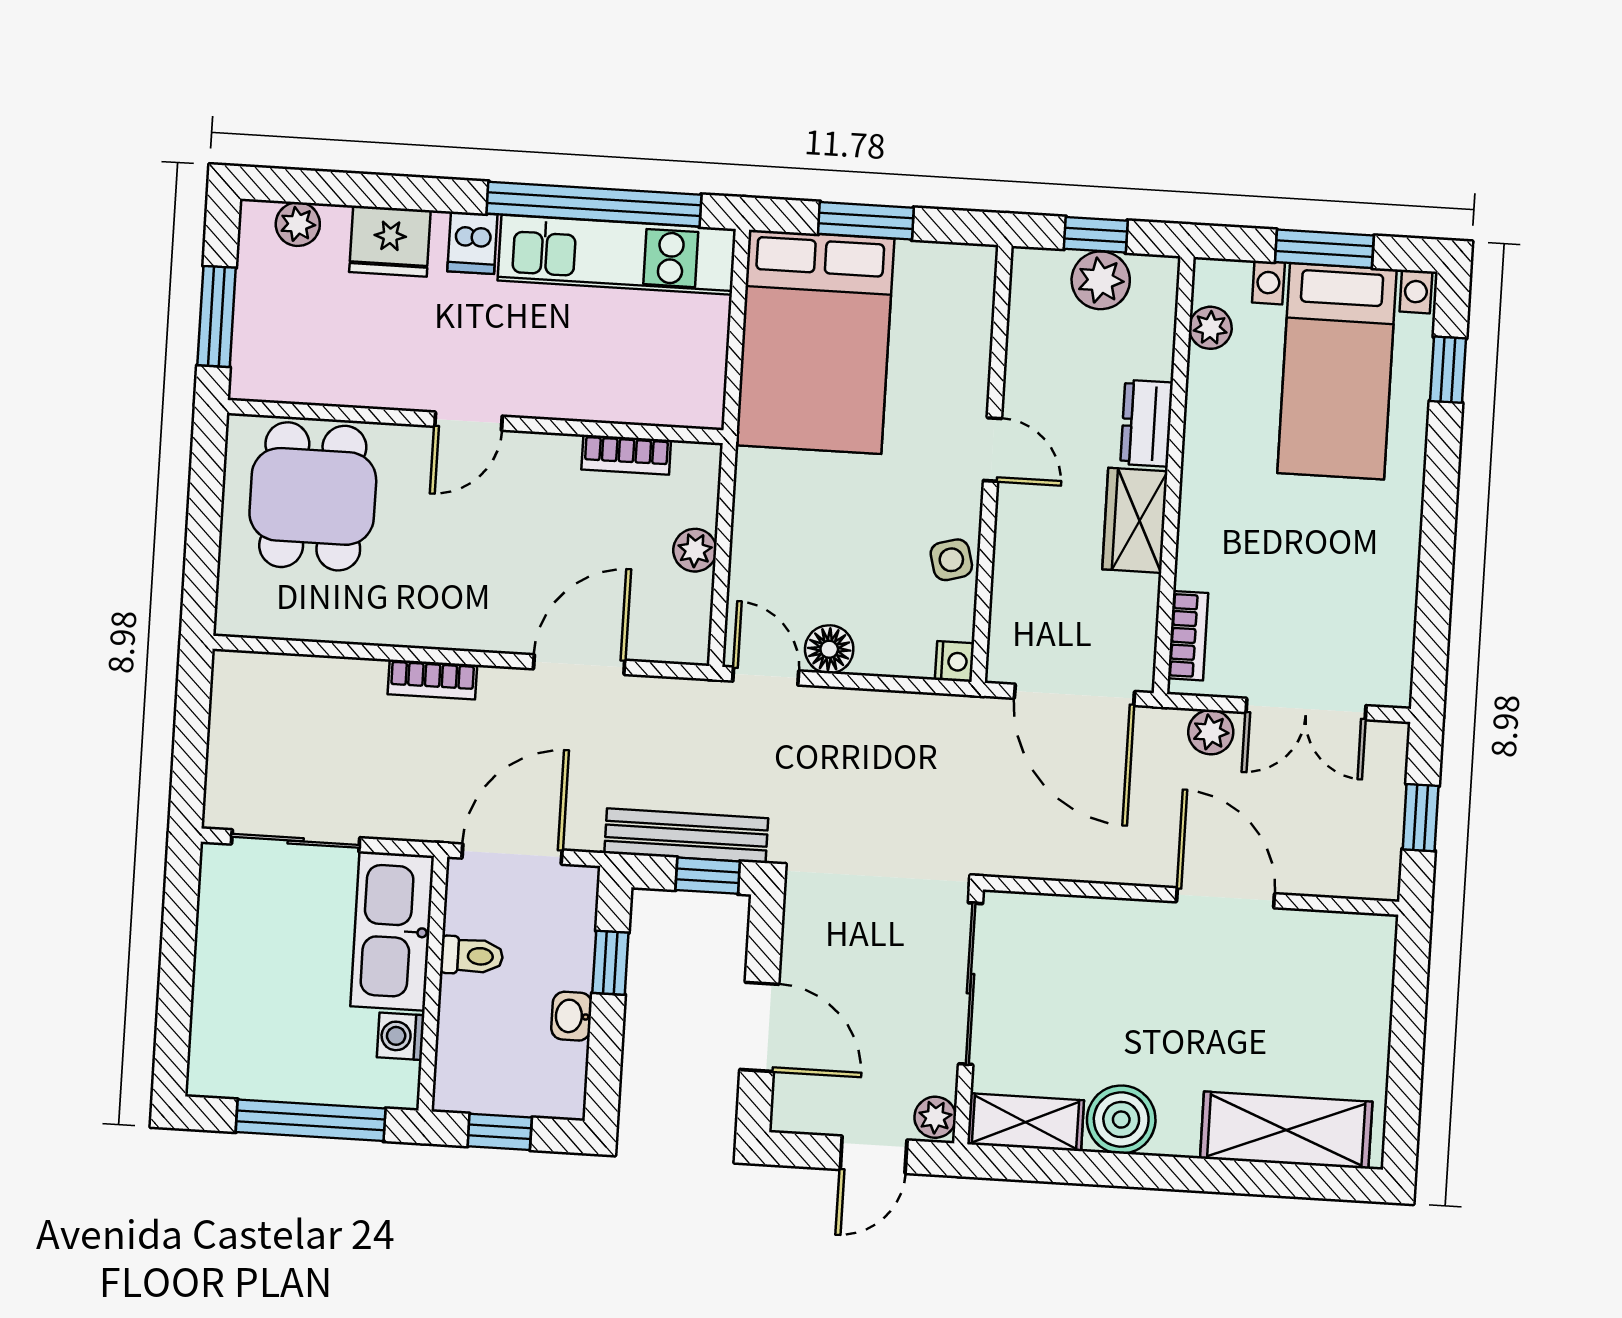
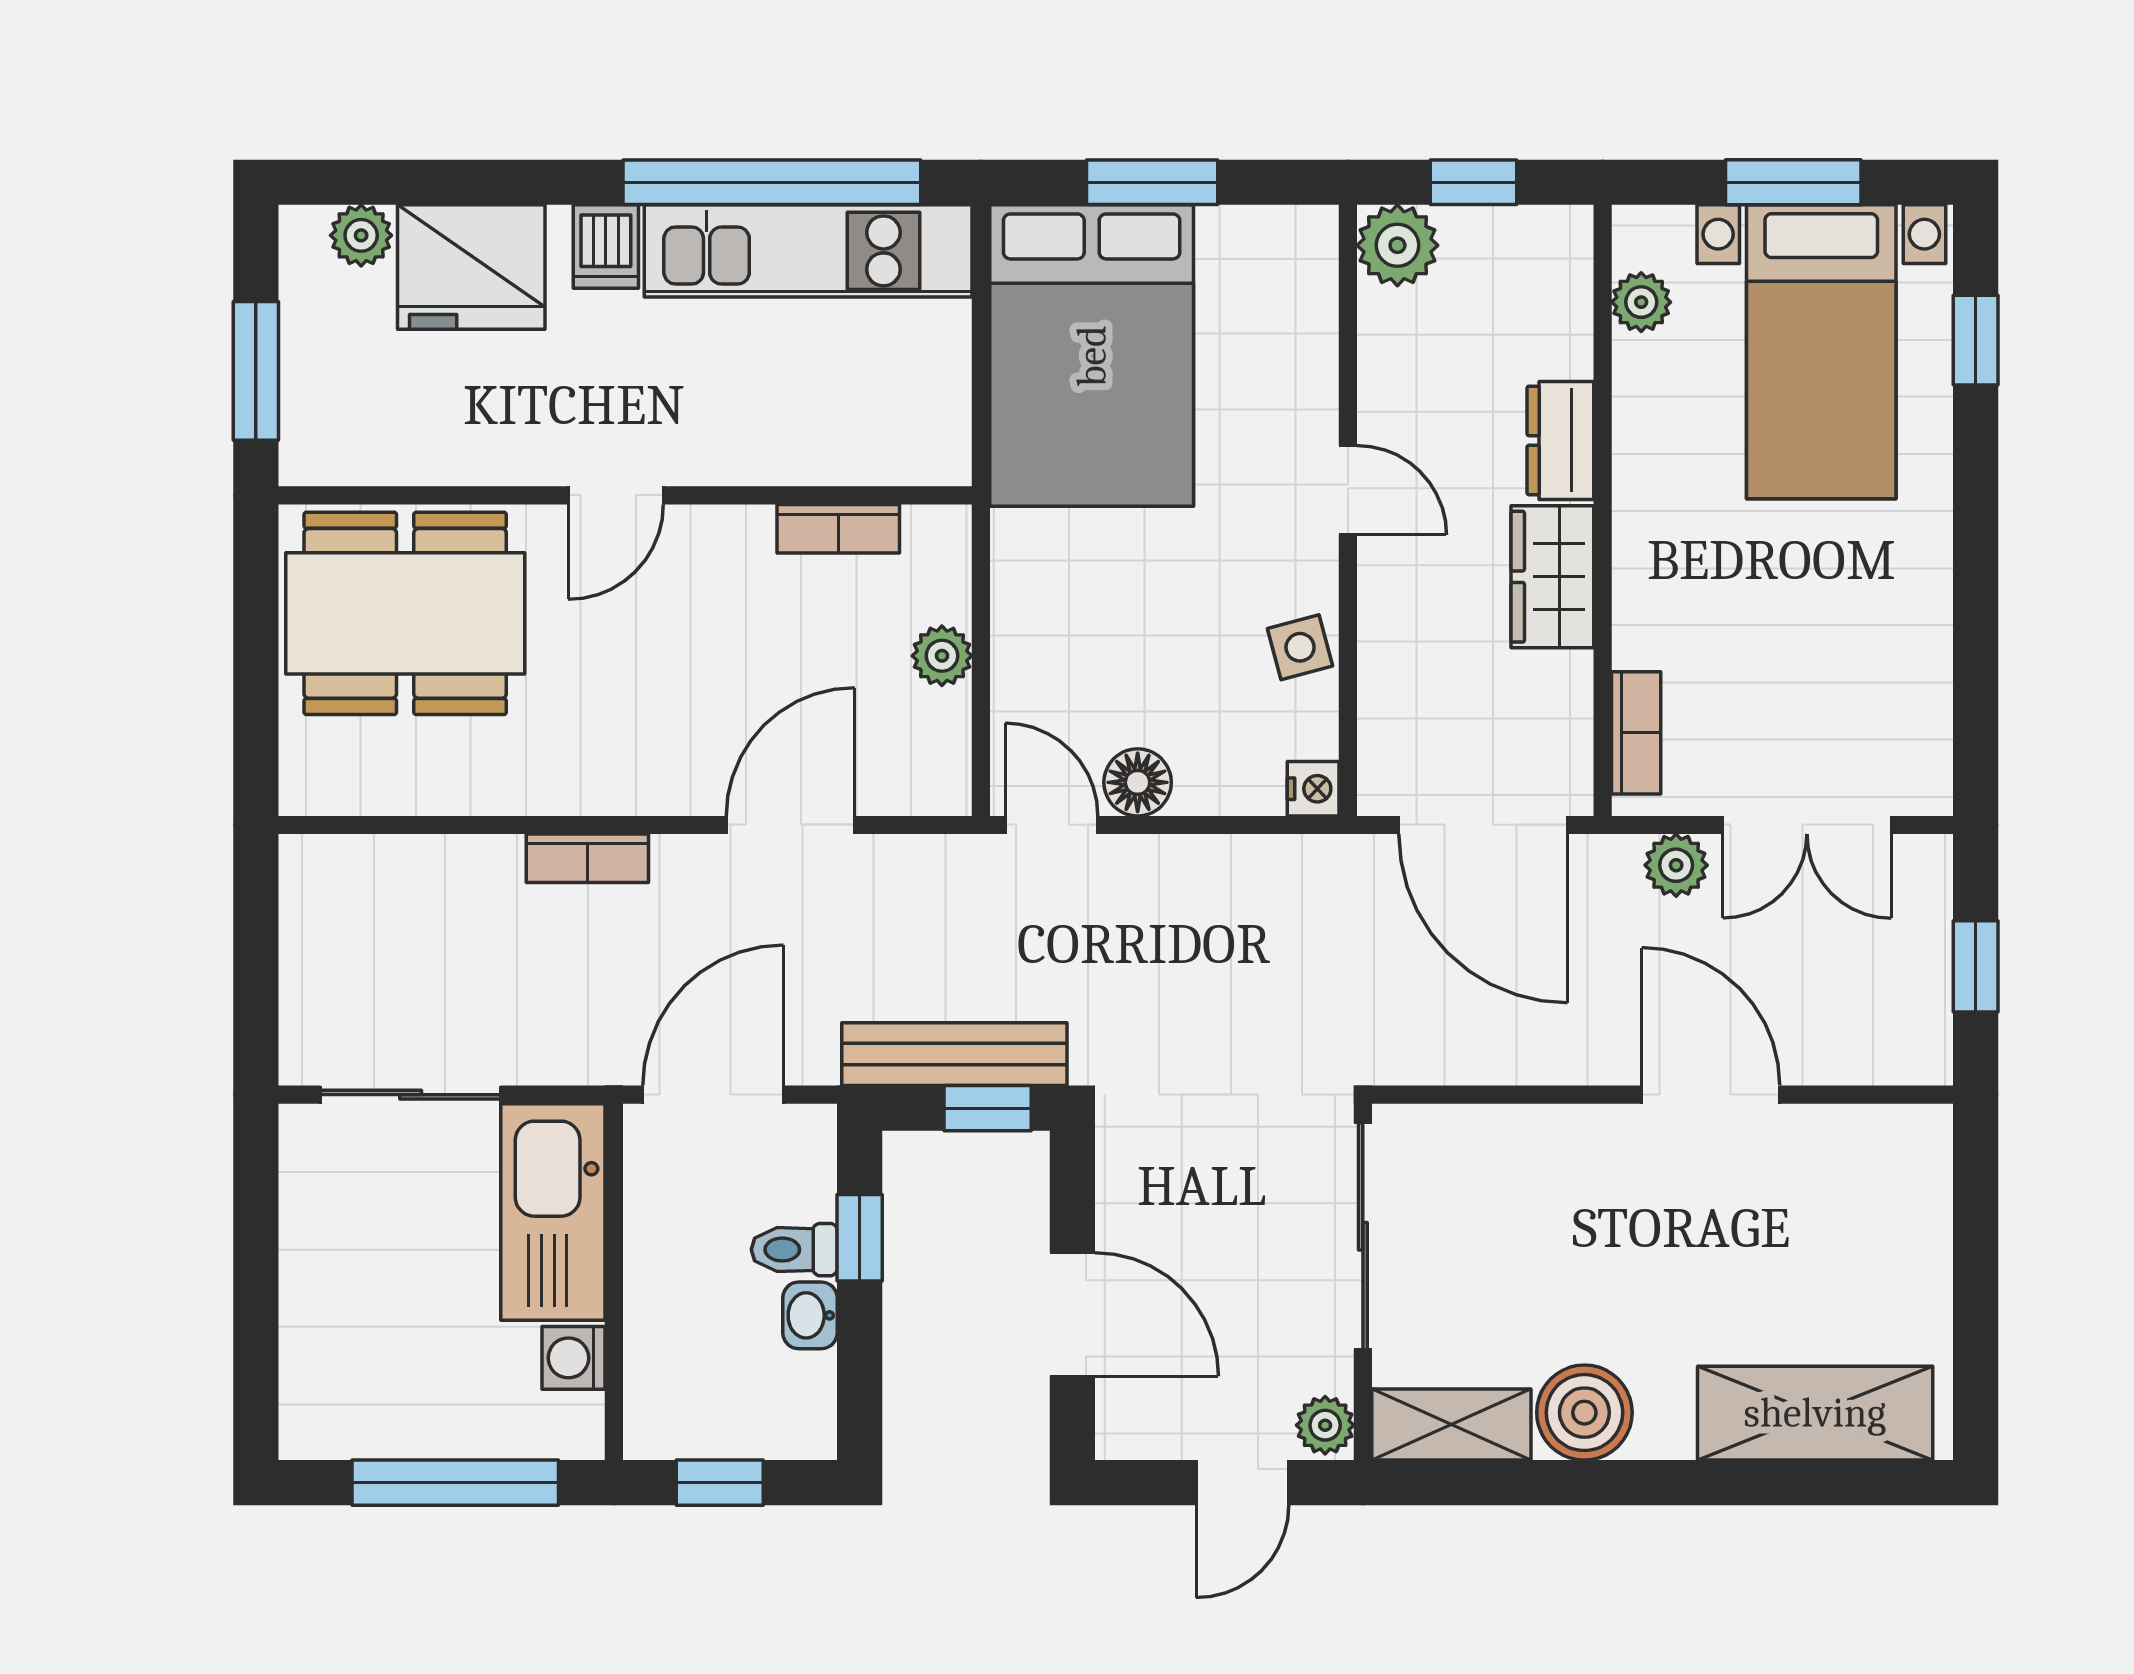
fridge: (390, 241) -> (471, 267), width x1.36, depth x1.34
plant: (1101, 280) -> (1397, 245), moved
dining table: (313, 496) -> (405, 613), width x1.38
toilet: (472, 956) -> (794, 1250), moved, turned 180

